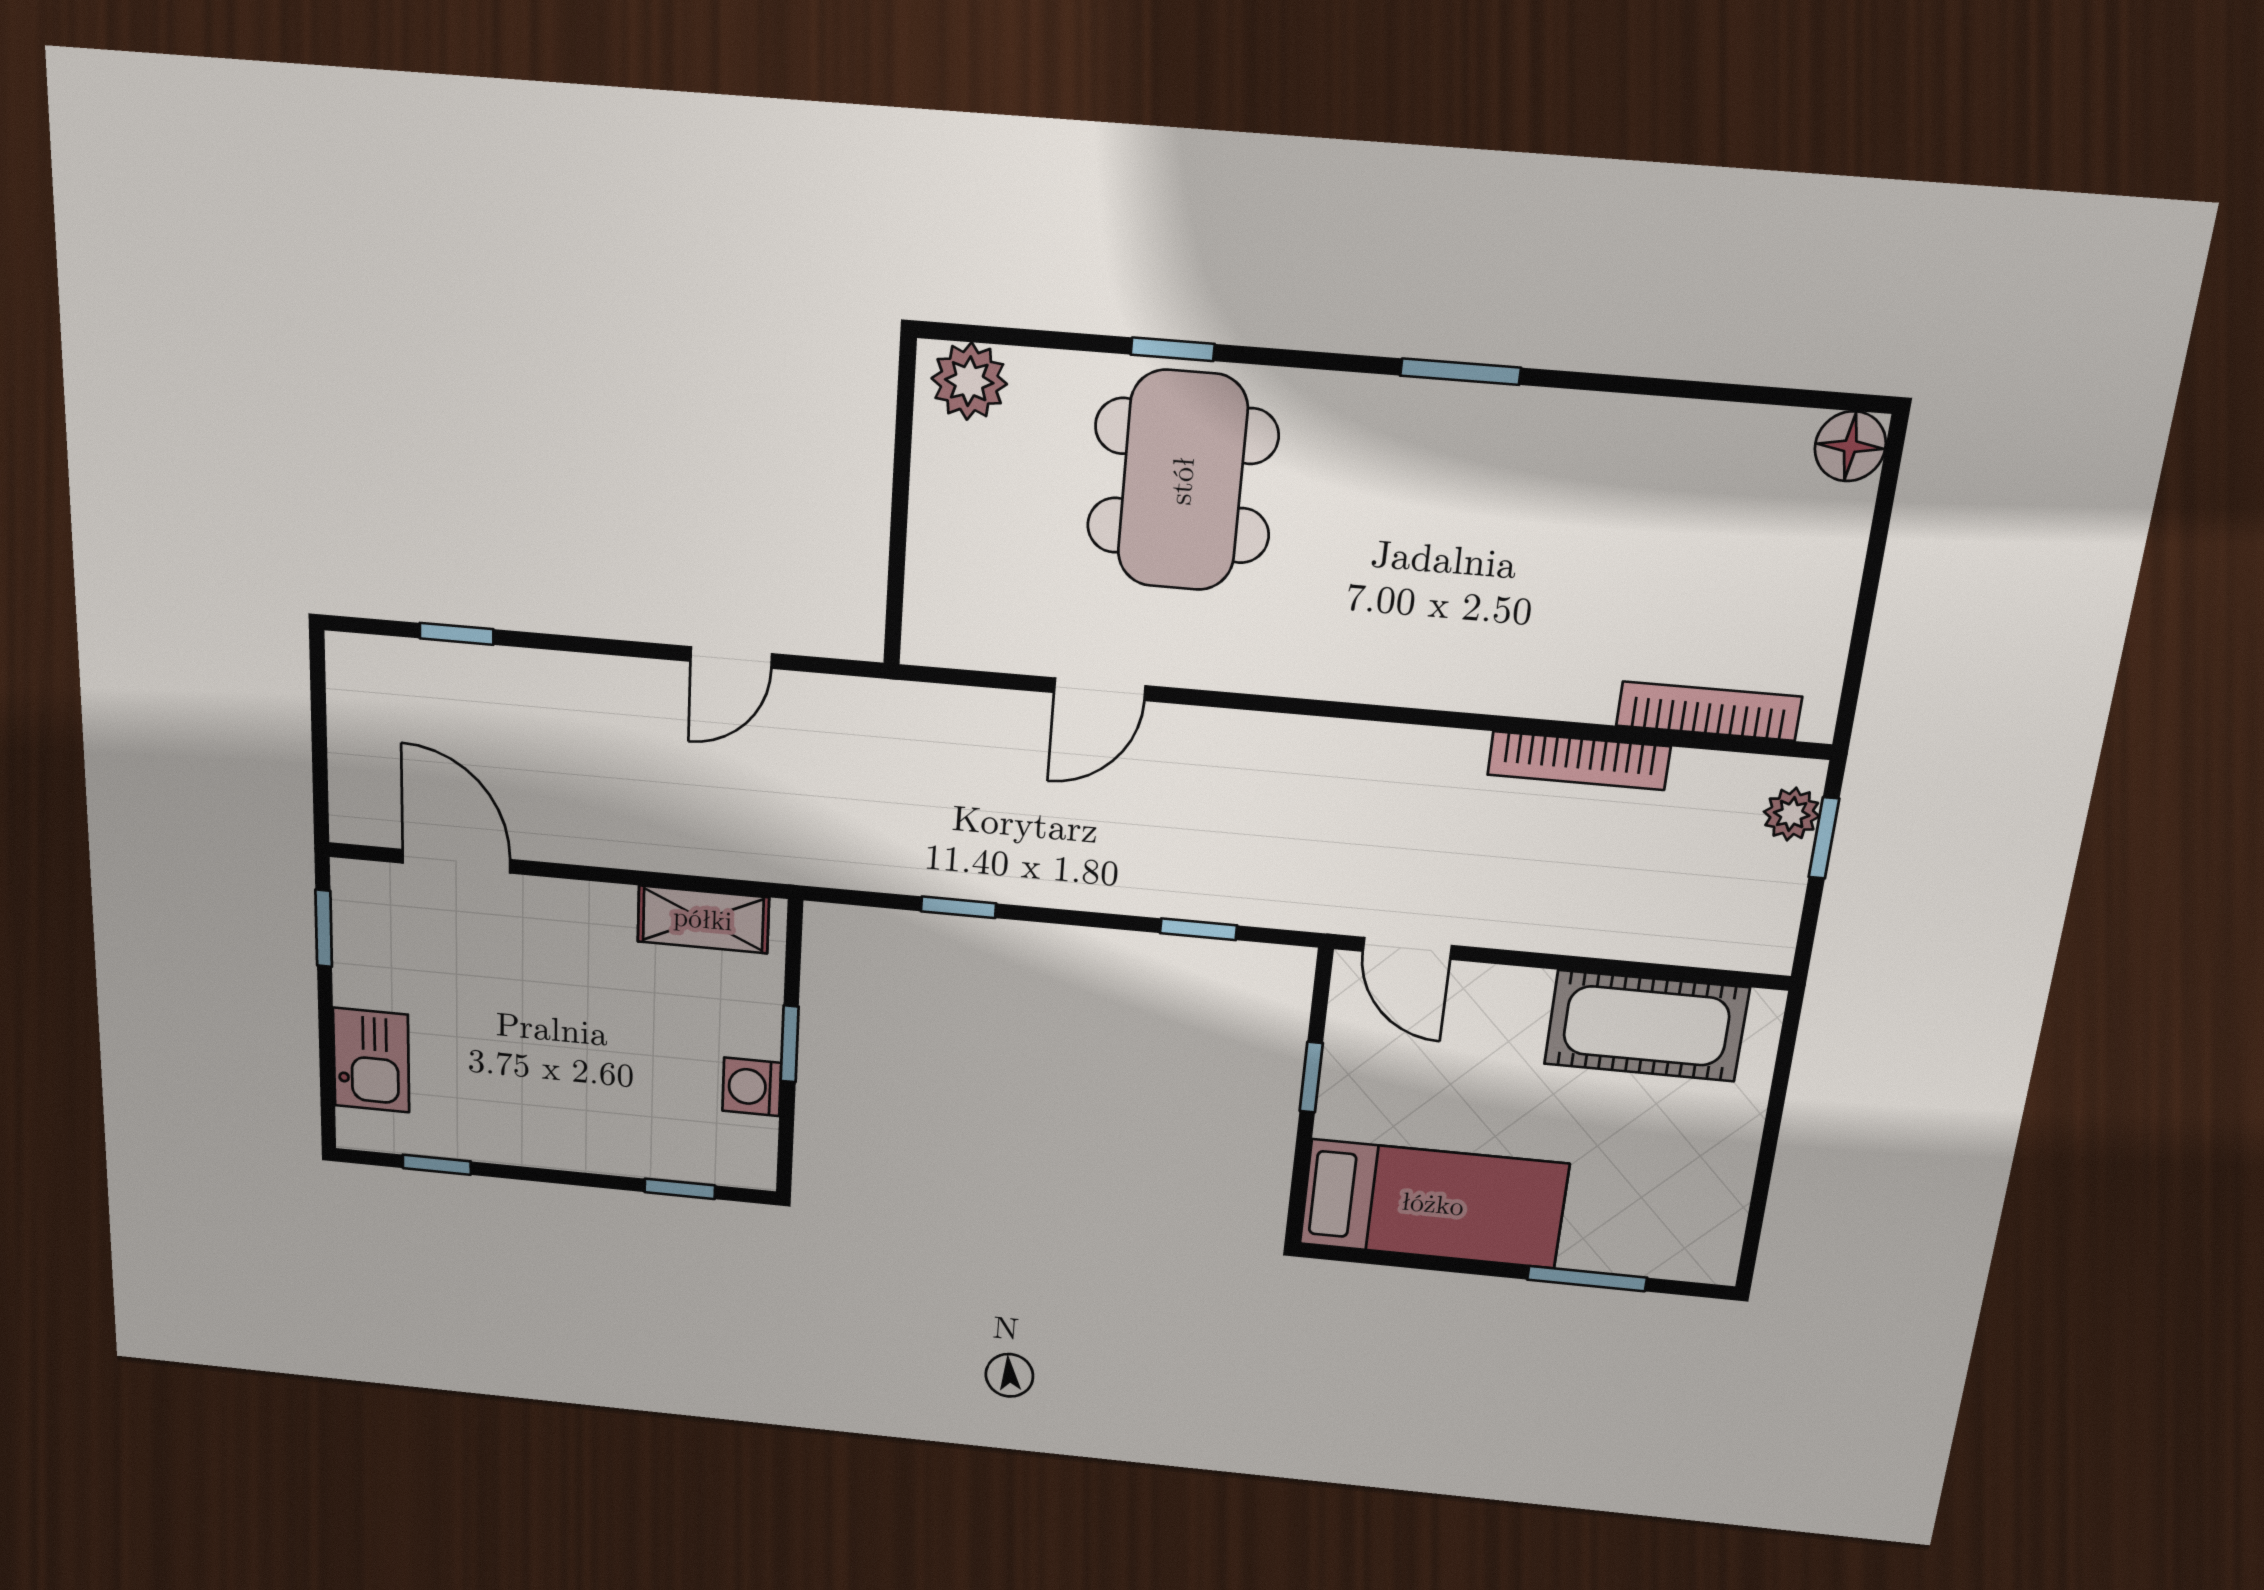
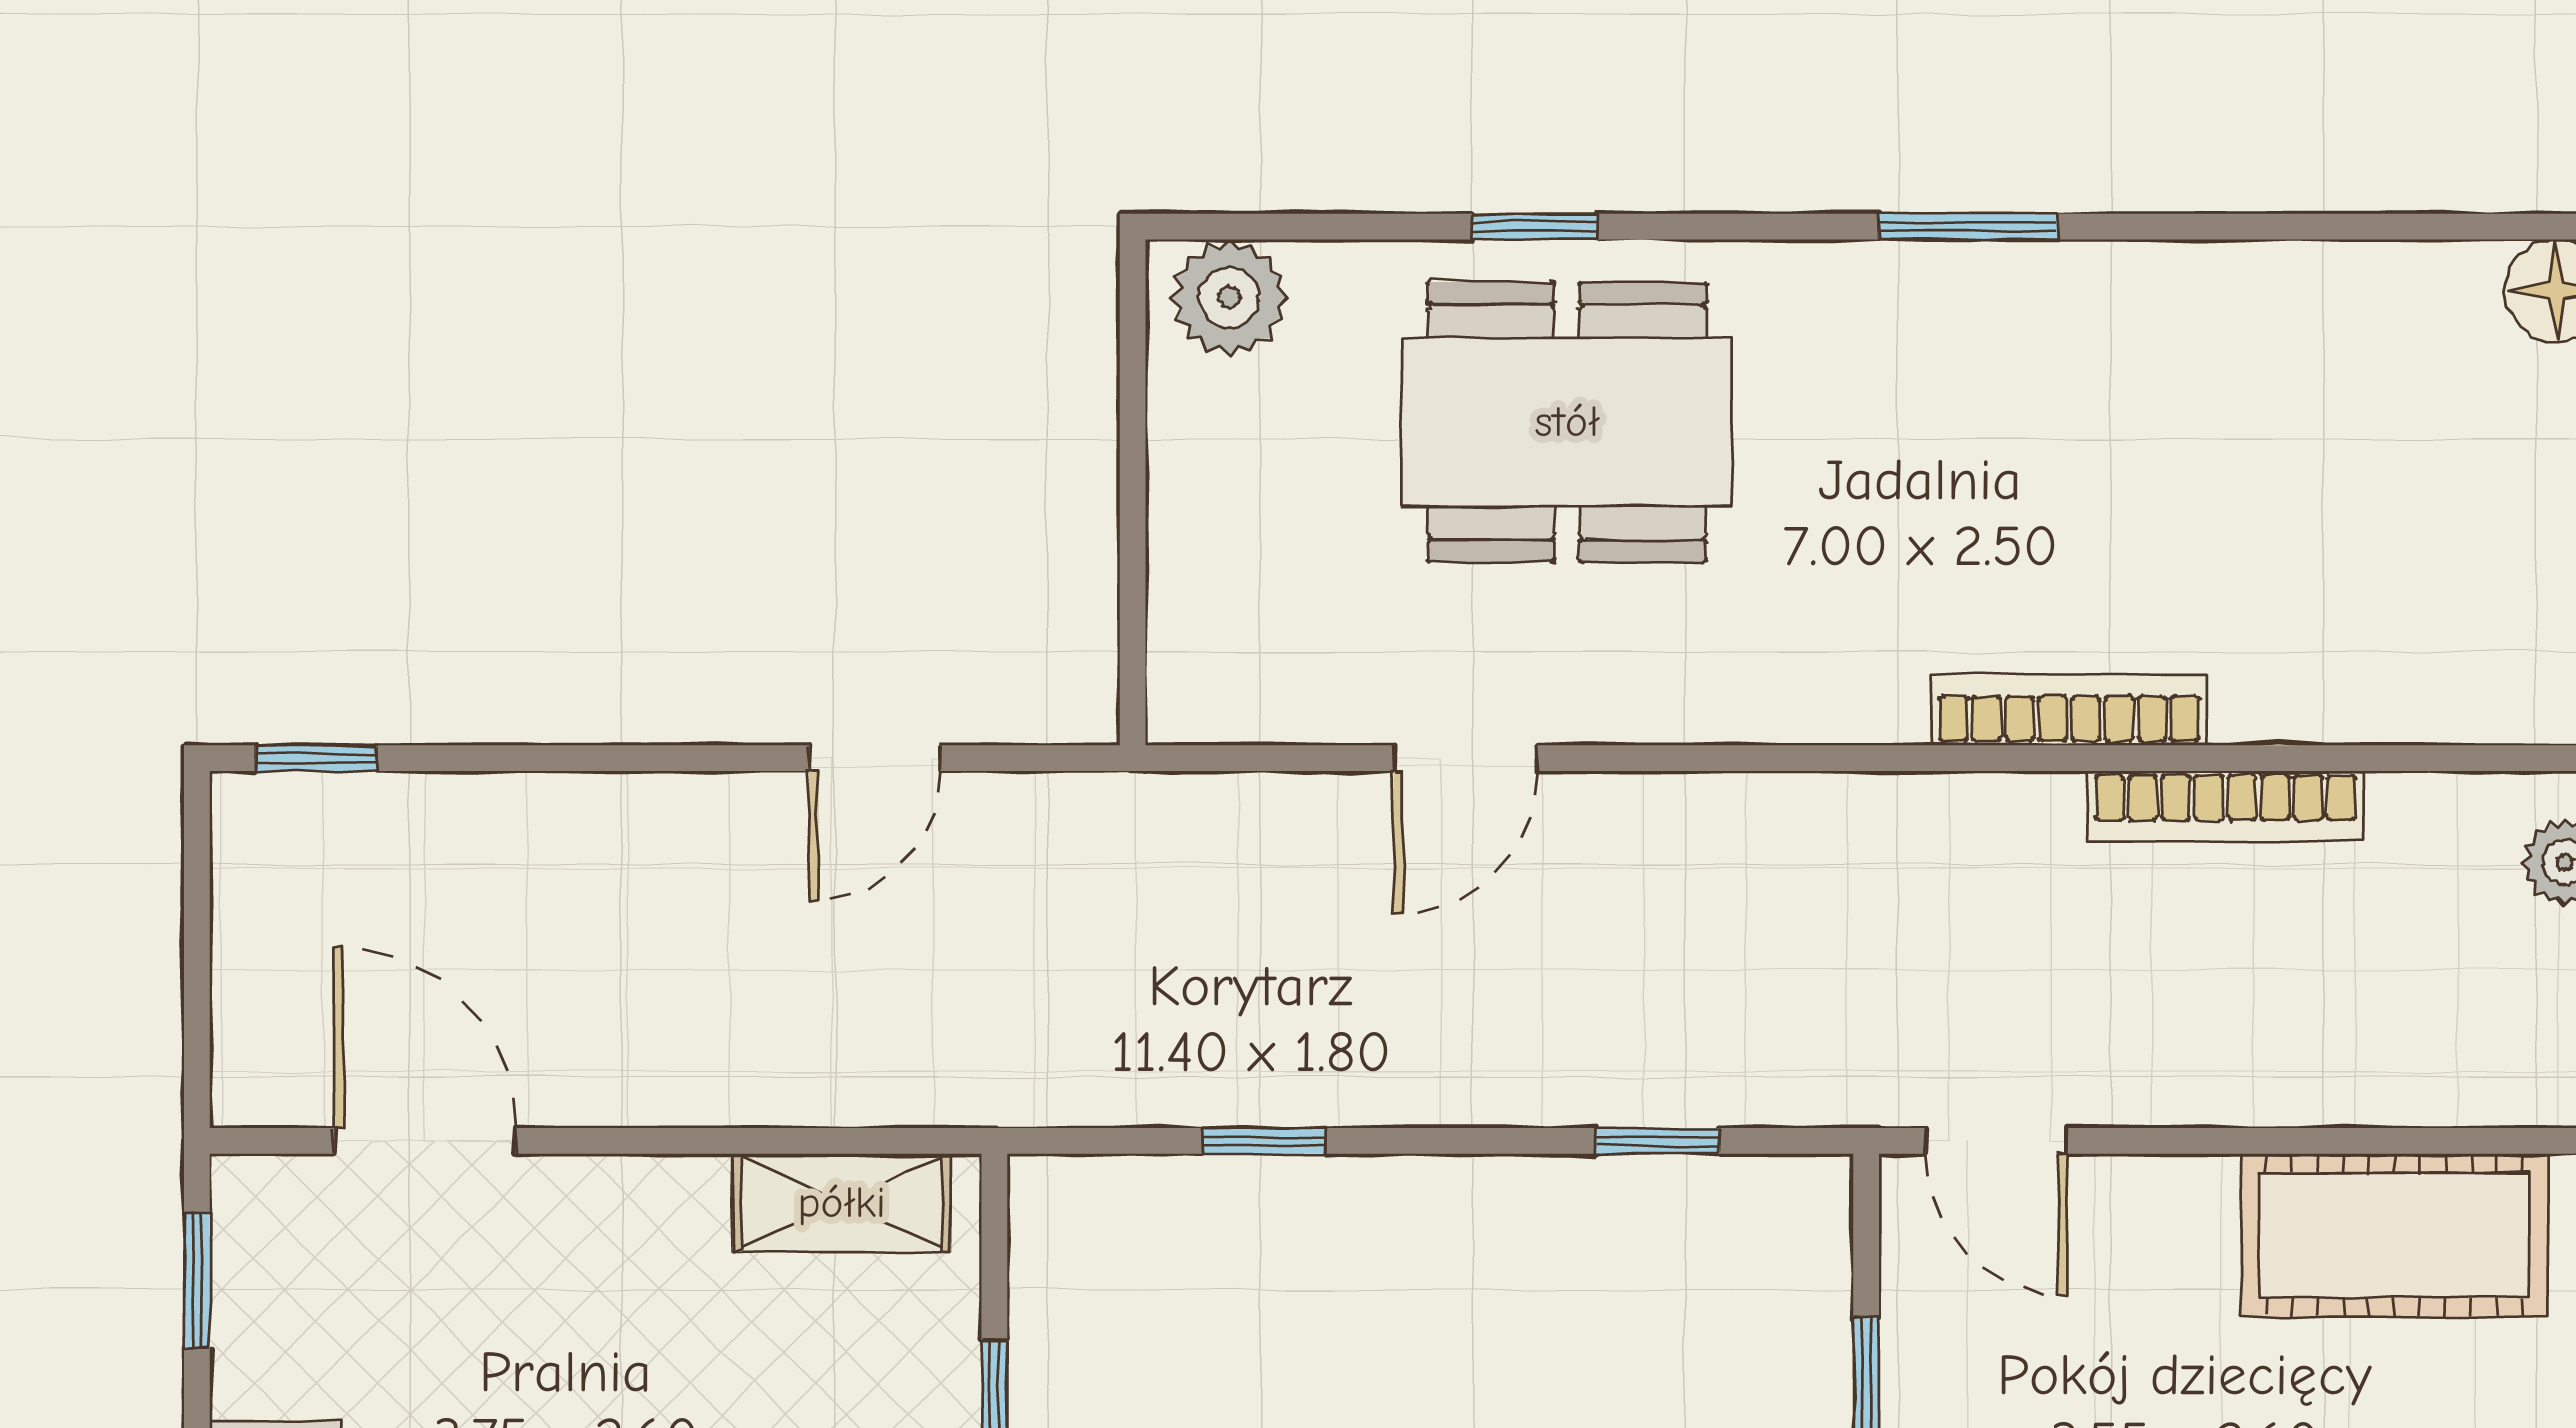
dining table: (1182, 481) -> (1567, 422), turned 90
window: (457, 634) -> (316, 758), moved
bookcase: (1709, 711) -> (2069, 710), moved

